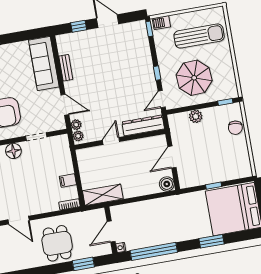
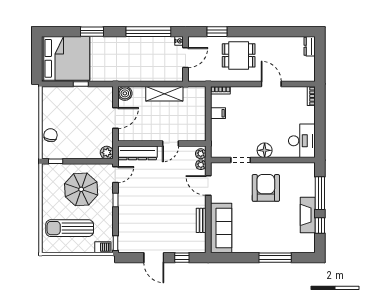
plant: (196, 116) -> (107, 153), moved
shelving: (103, 195) -> (164, 94), moved
dining table: (57, 243) -> (239, 55), turned 90

